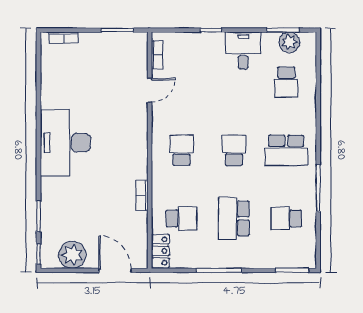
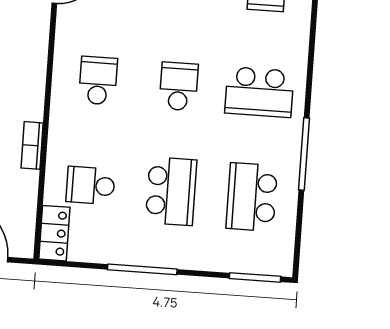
school desk: (181, 218) -> (91, 185), turned 180
school desk: (234, 218) -> (171, 191), turned 180
school desk: (286, 218) -> (252, 197), width x1.85

